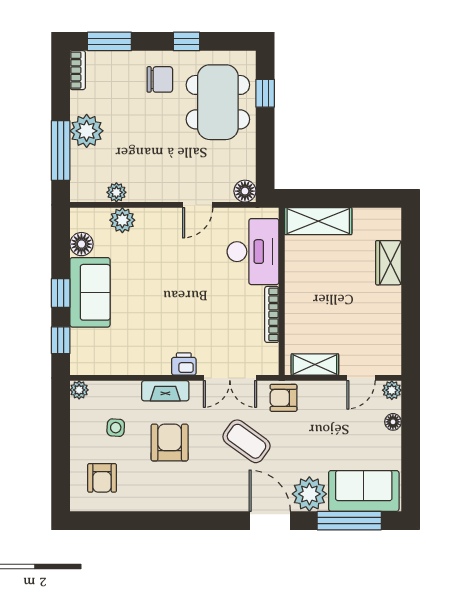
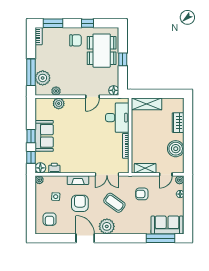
window: (265, 93) -> (123, 59), moved
plant: (87, 131) -> (43, 78), moved
floor lamp: (81, 244) -> (40, 168), moved
boiler: (383, 321) -> (176, 149), added
printer: (184, 364) -> (54, 168), moved
armchair: (283, 398) -> (142, 194), moved
plant: (309, 494) -> (107, 226), moved
door: (270, 521) -> (85, 238), moved

